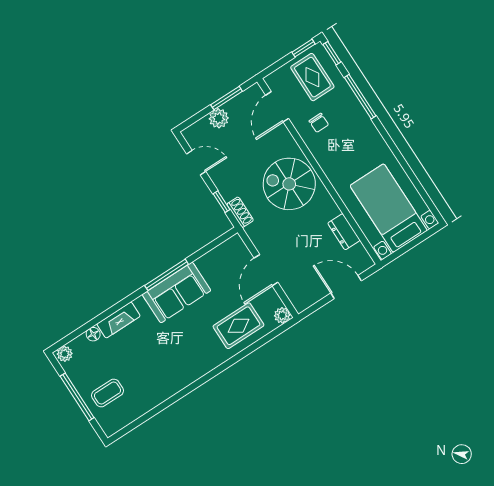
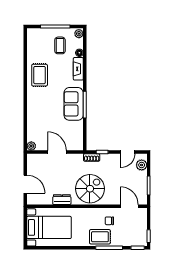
rug: (312, 77) -> (100, 237), moved
plant: (219, 118) -> (142, 165), moved
dresser: (344, 232) -> (62, 200), moved
door: (346, 287) -> (25, 184), hinge flipped
rug: (238, 326) -> (40, 75), moved
coffee table: (108, 393) -> (60, 45), moved

